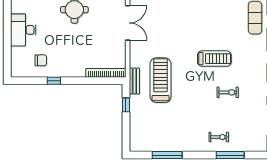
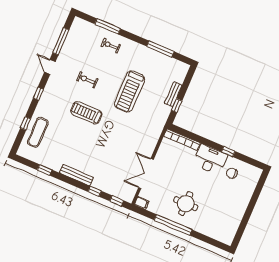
desk: (23, 30) -> (210, 160), moved, turned -90
treadmill: (161, 80) -> (130, 91), moved
bench: (134, 81) -> (173, 94), moved

